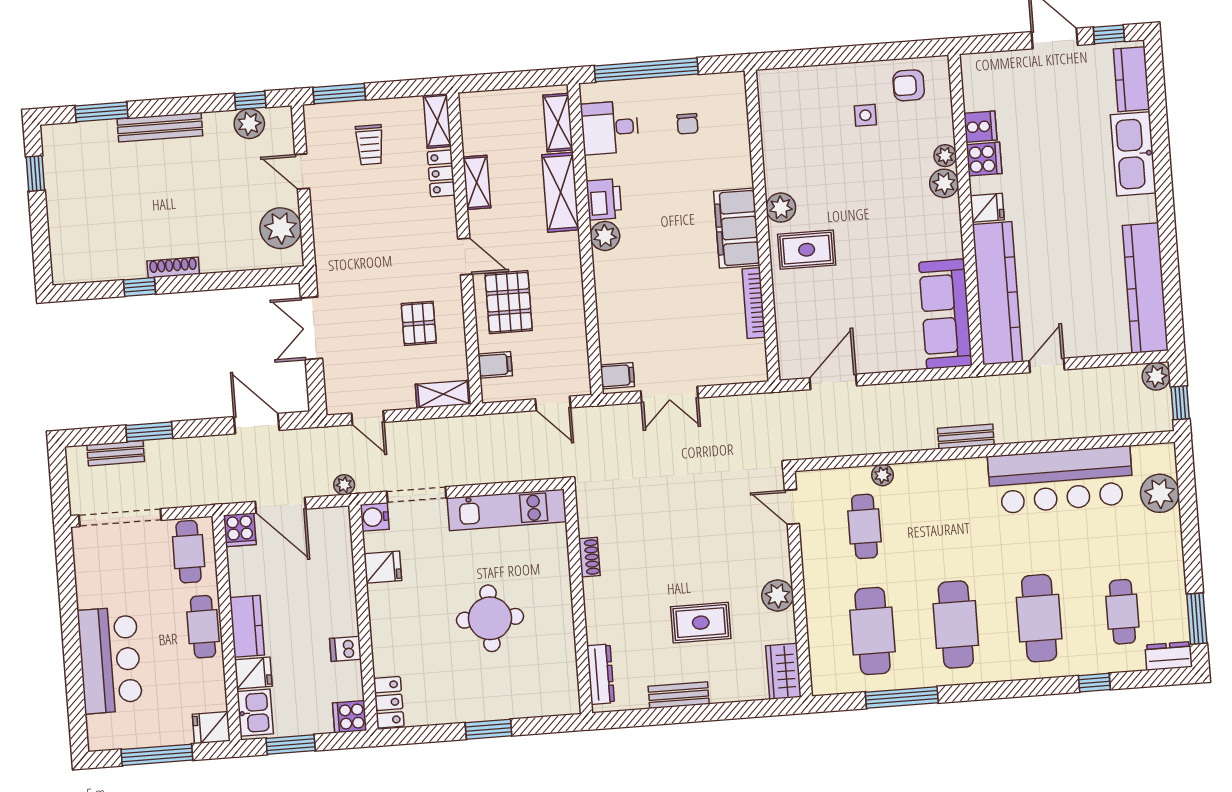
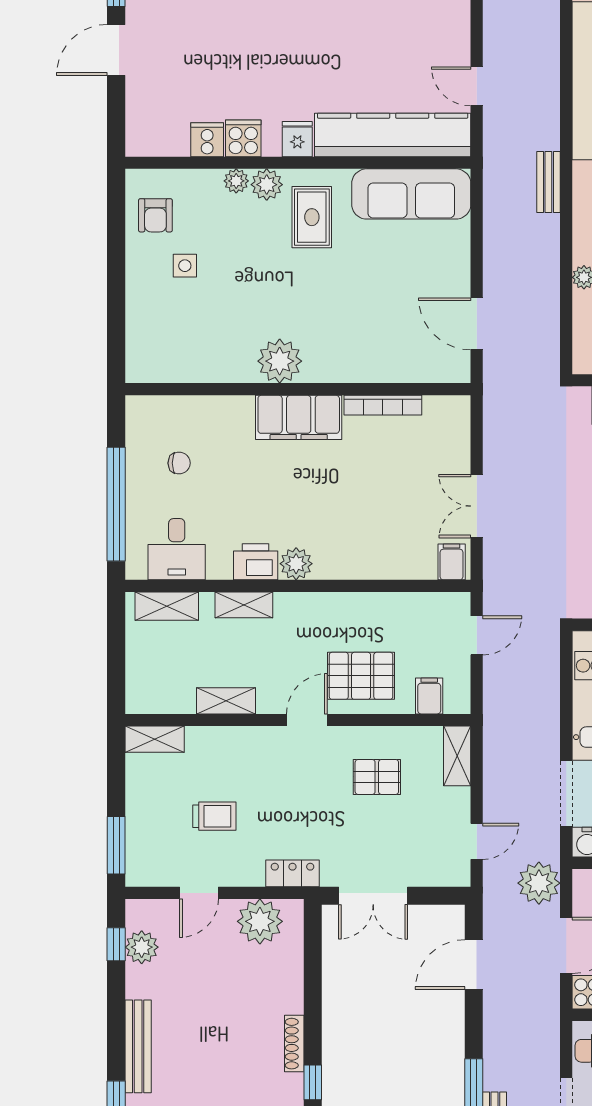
trolley: (370, 145) -> (214, 816), moved
locker: (441, 173) -> (292, 873), moved, turned 180
shelving: (561, 192) -> (244, 605), width x0.67, depth x0.75
plant: (781, 208) -> (280, 361), width x1.36, depth x1.36
rug: (807, 250) -> (312, 217), moved
double door: (669, 394) -> (477, 506), swing flipped
plant: (344, 485) -> (539, 883), width x1.88, depth x1.88

